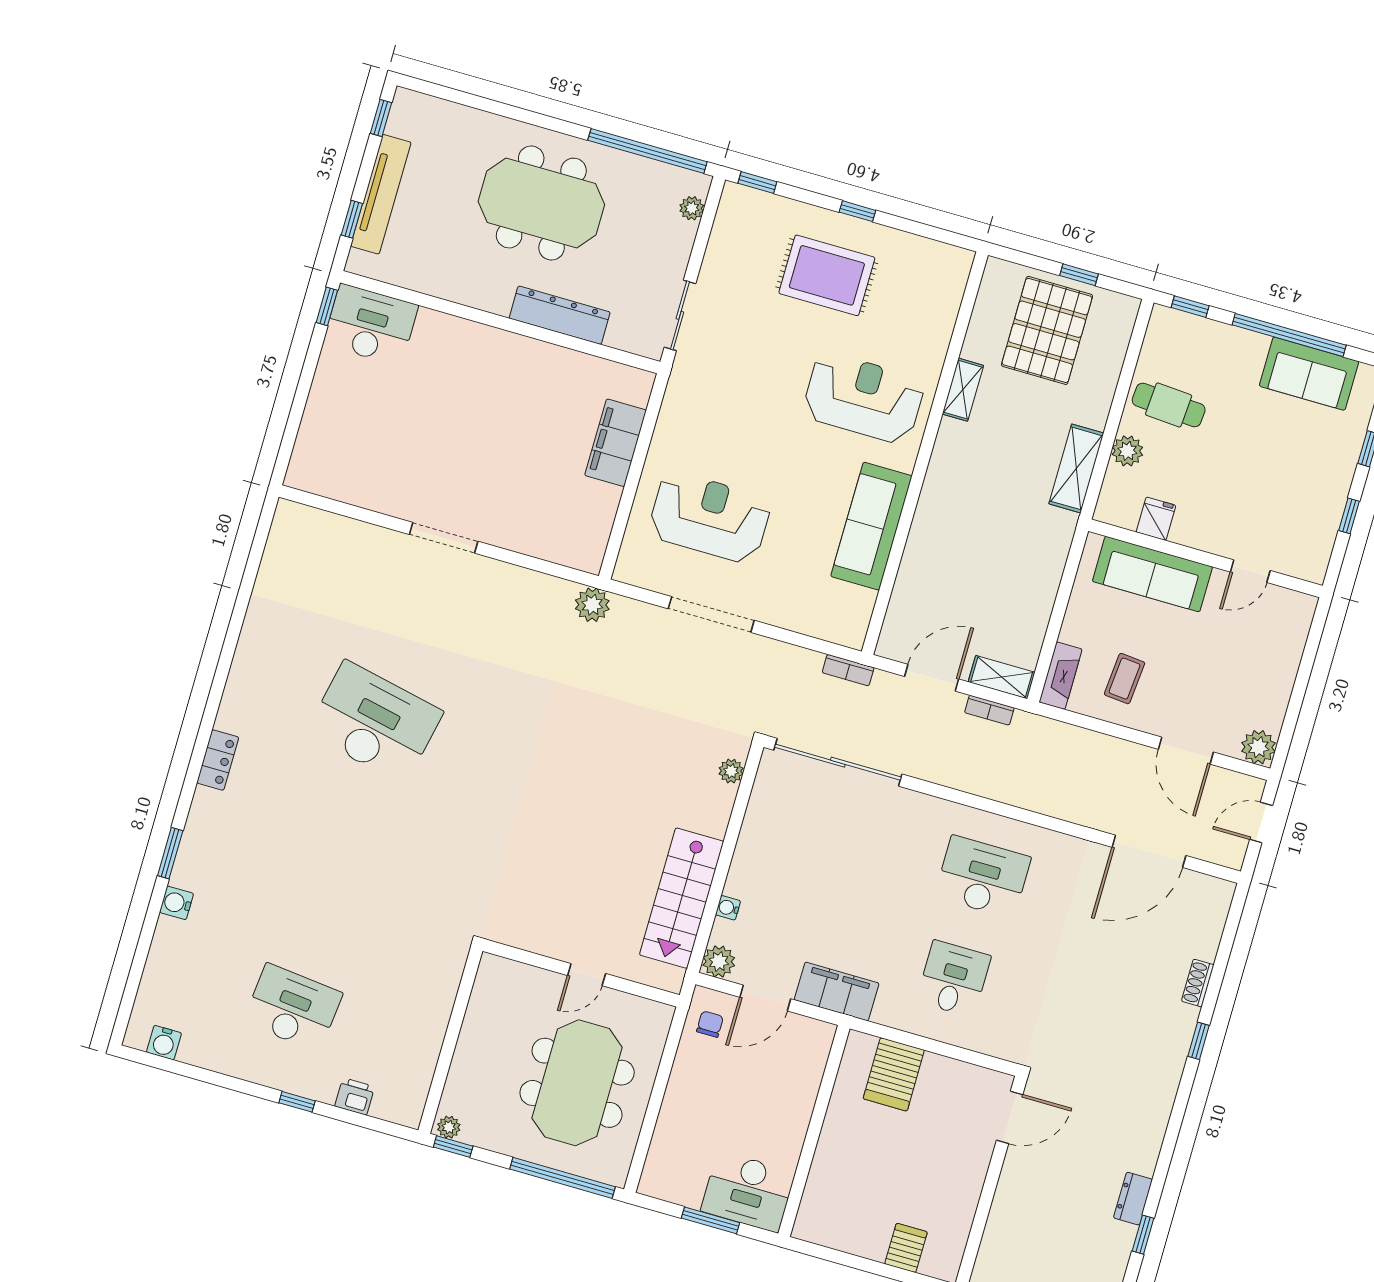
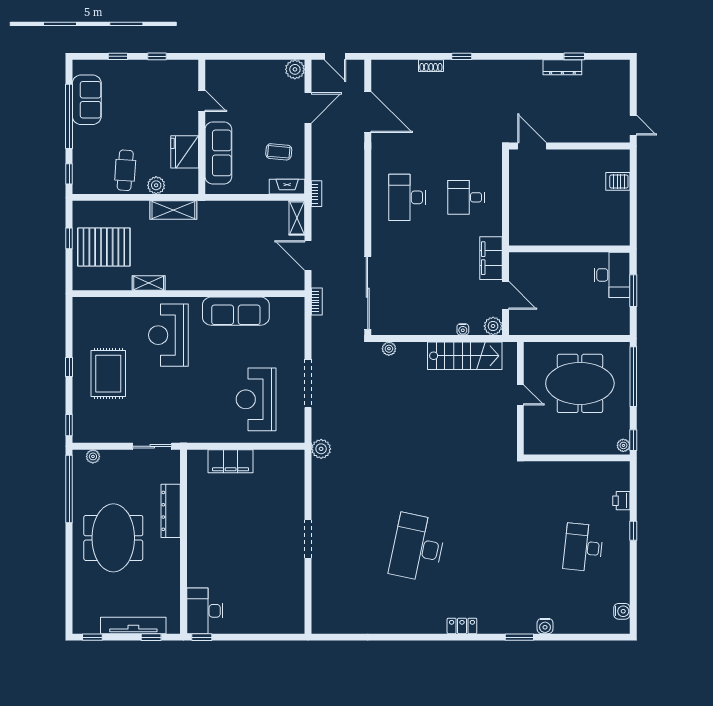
fridge: (1156, 519) -> (185, 152), width x1.88, depth x1.34
bookcase: (989, 710) -> (317, 194), moved
chair: (710, 1024) -> (528, 321), removed
server rack: (894, 1074) -> (527, 215), removed
dresser: (1133, 1199) -> (562, 67), width x1.44

